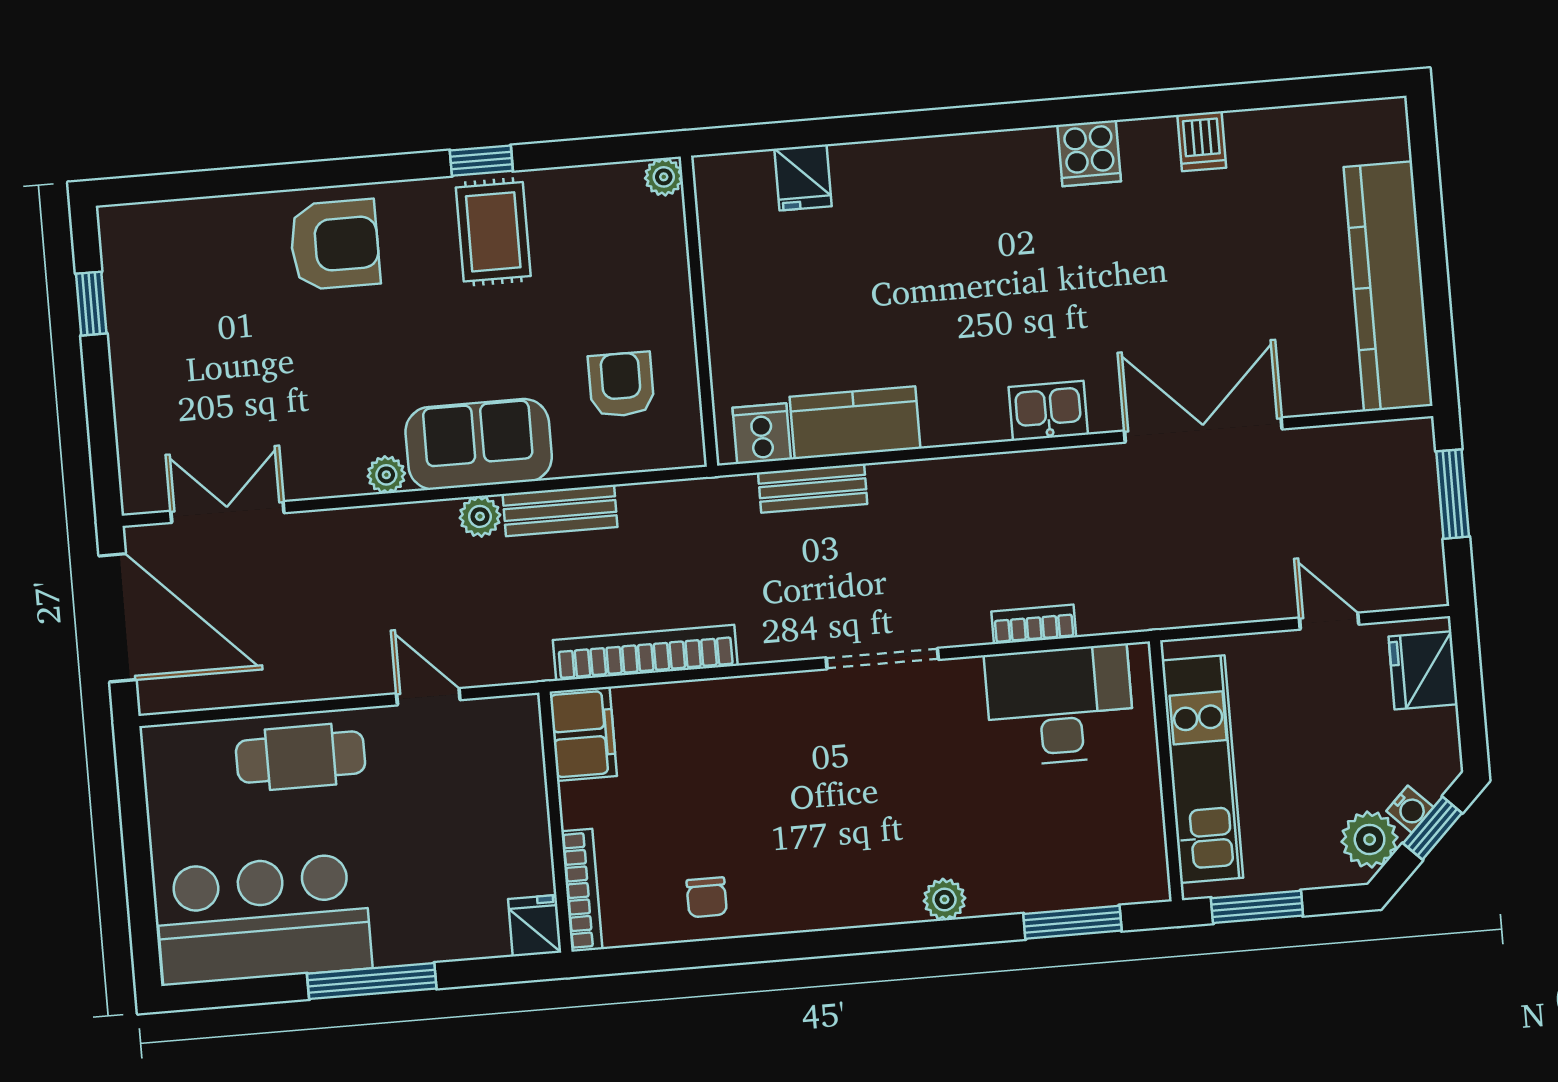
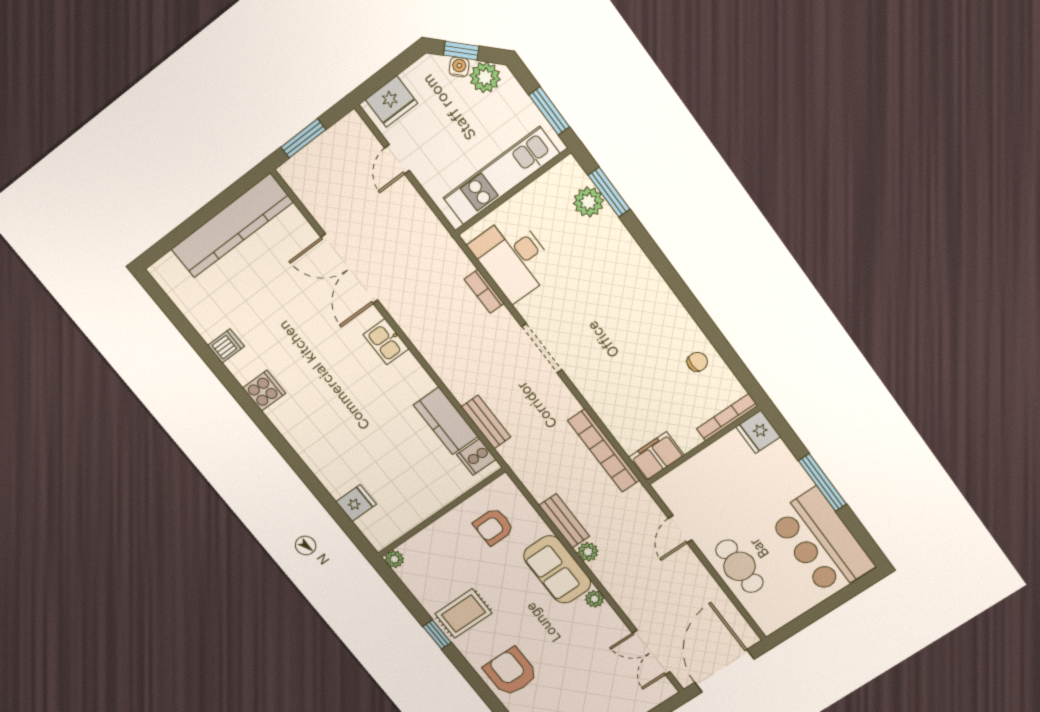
plant: (944, 899) -> (588, 202), moved, width x1.38, depth x1.38
fridge: (535, 926) -> (758, 432), width x1.38

